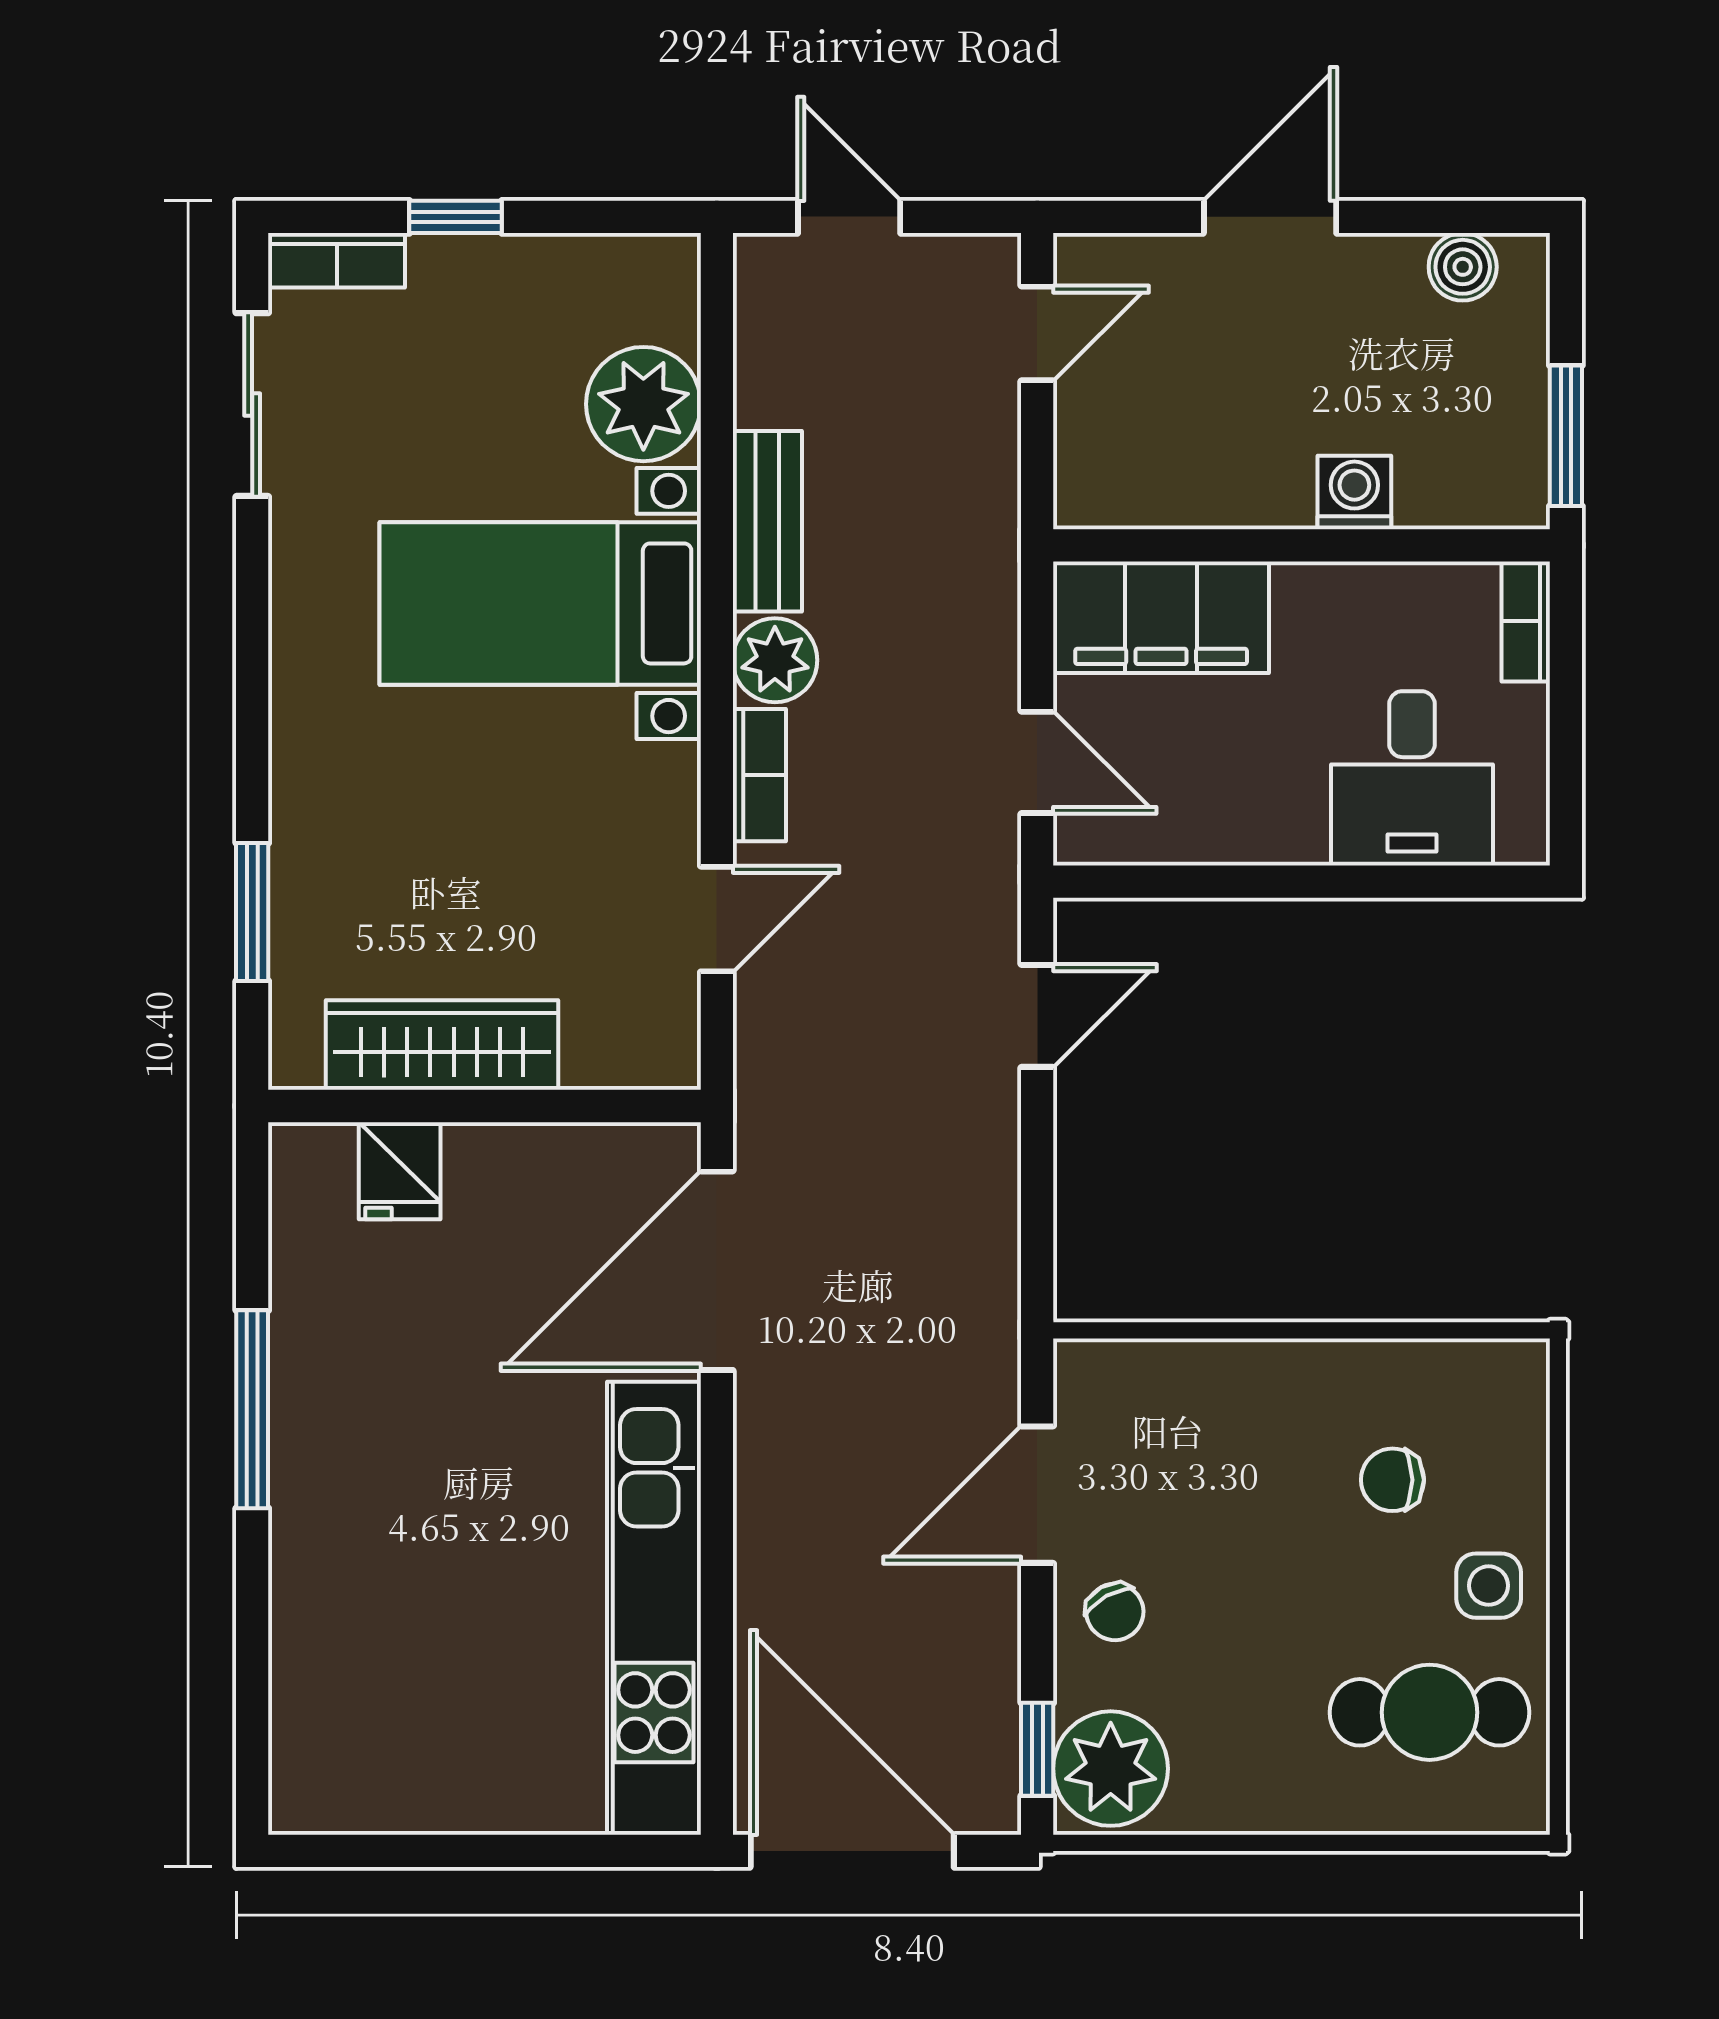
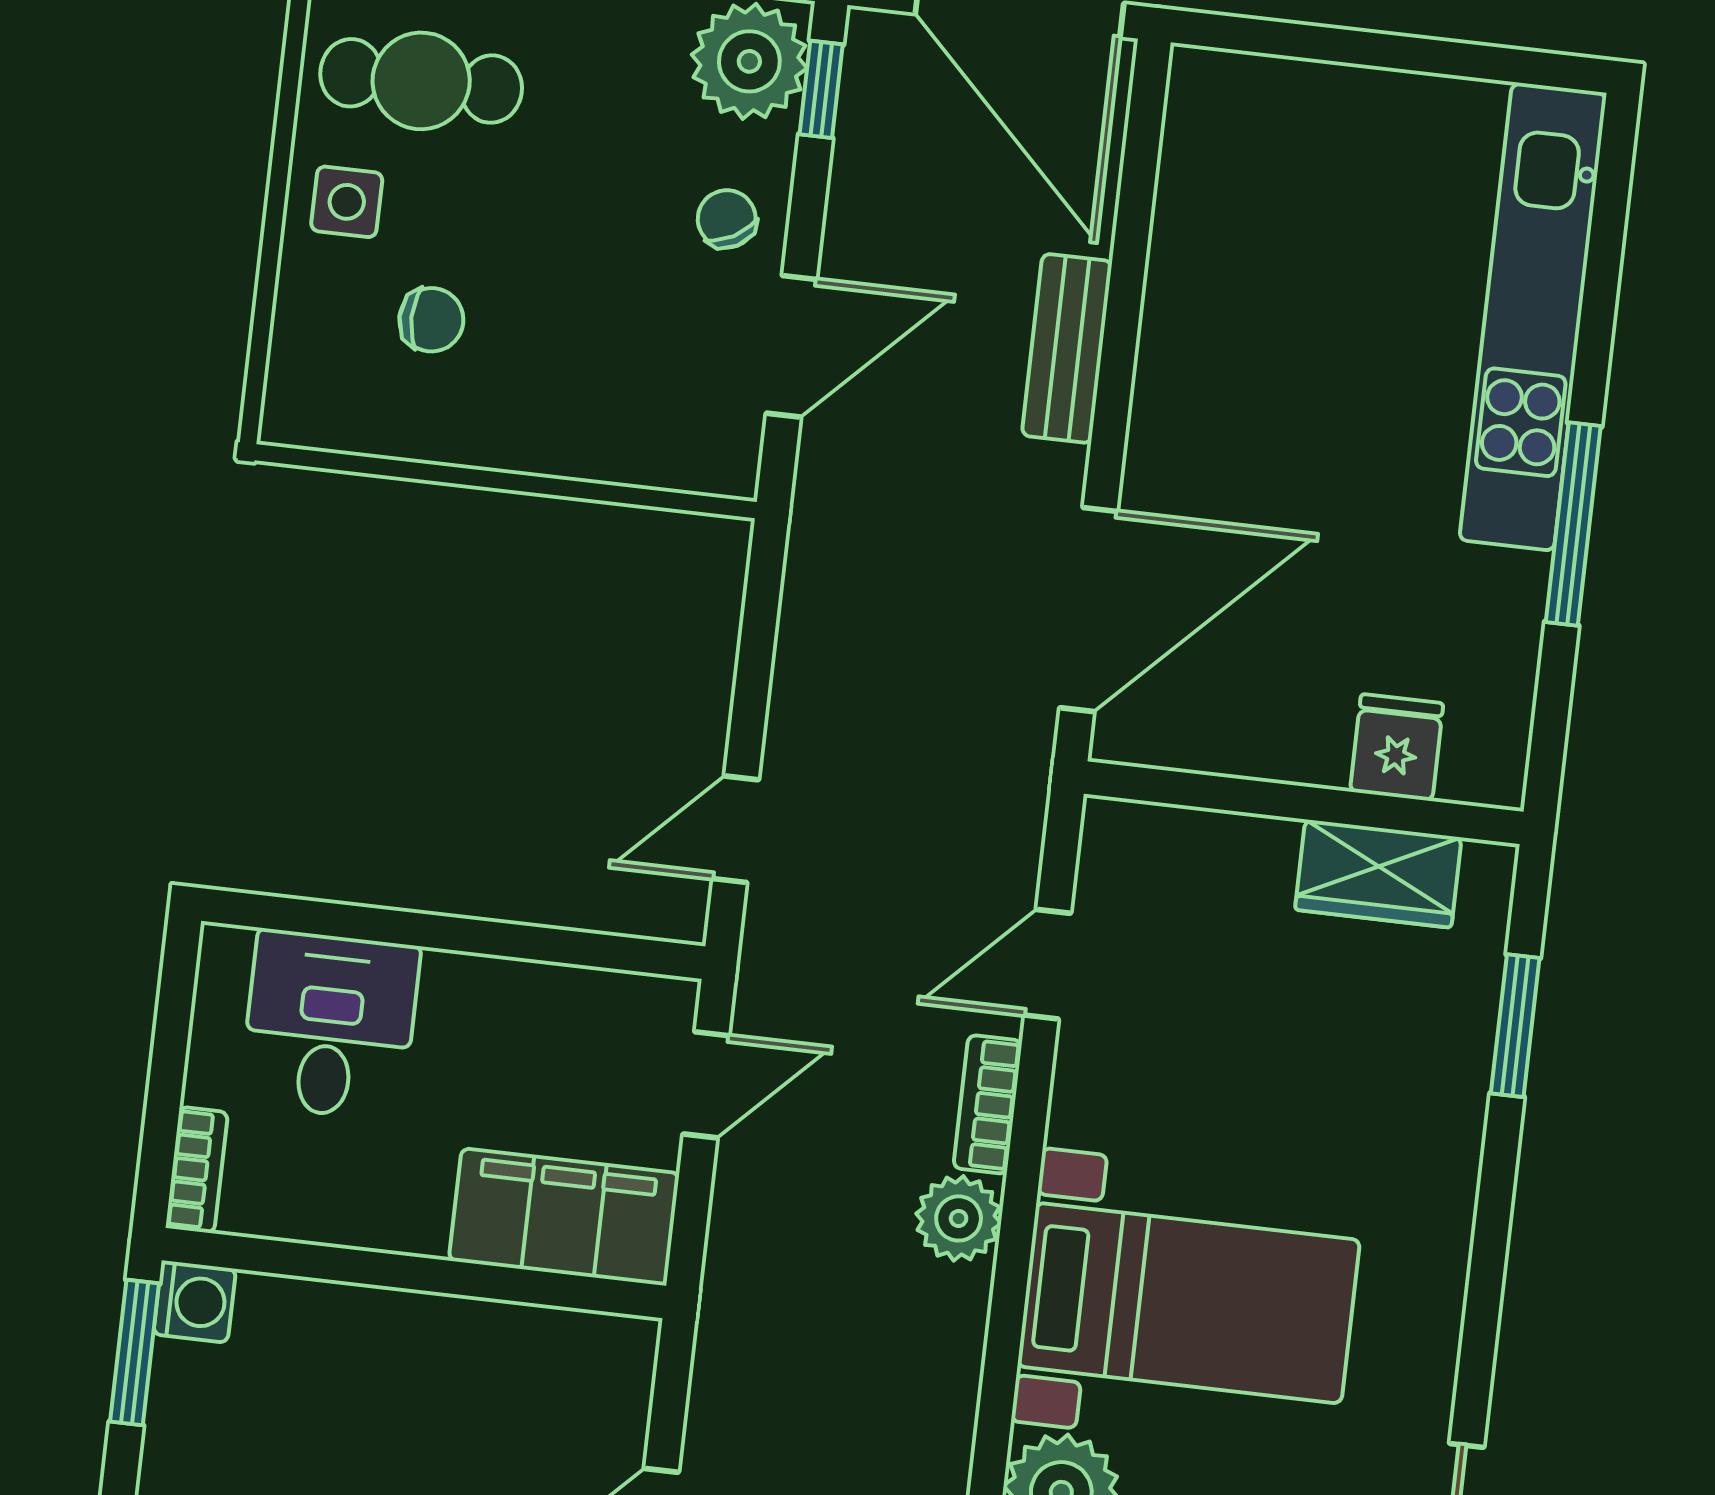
washing machine: (1354, 492) -> (195, 1302), moved, turned -90
bench: (767, 521) -> (1067, 348), moved
door: (1037, 762) -> (706, 1085), swing flipped
wardrobe: (442, 1045) -> (1378, 874), width x0.67
kitchen unit: (654, 1608) -> (1533, 317), moved, turned 180

